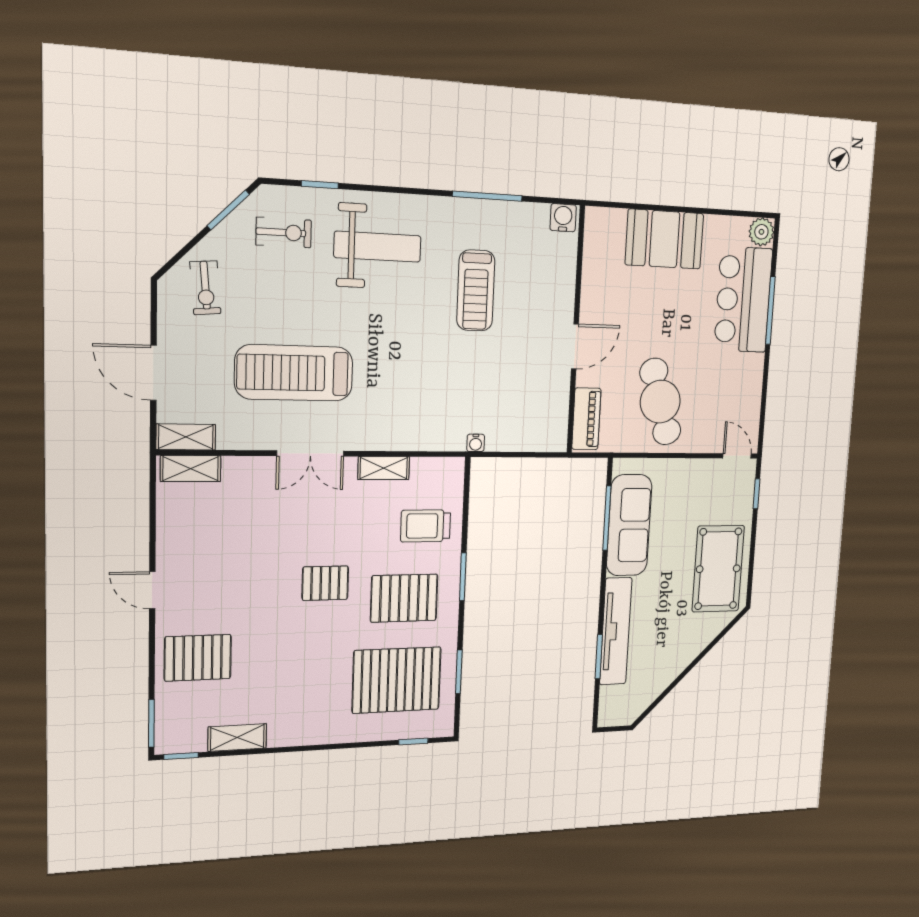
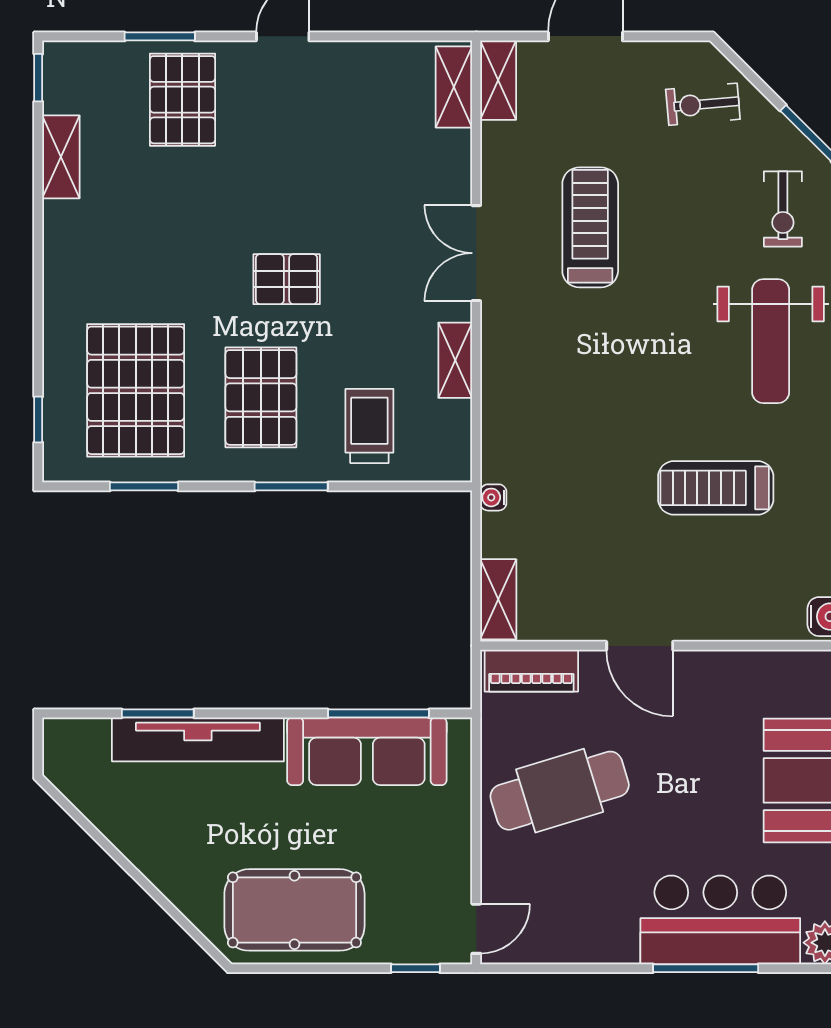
treadmill: (294, 373) -> (590, 227), width x0.73, depth x0.73
shelving: (541, 440) -> (498, 599), added
pallet: (325, 583) -> (287, 279), turned 90
window: (151, 723) -> (160, 36), moved

